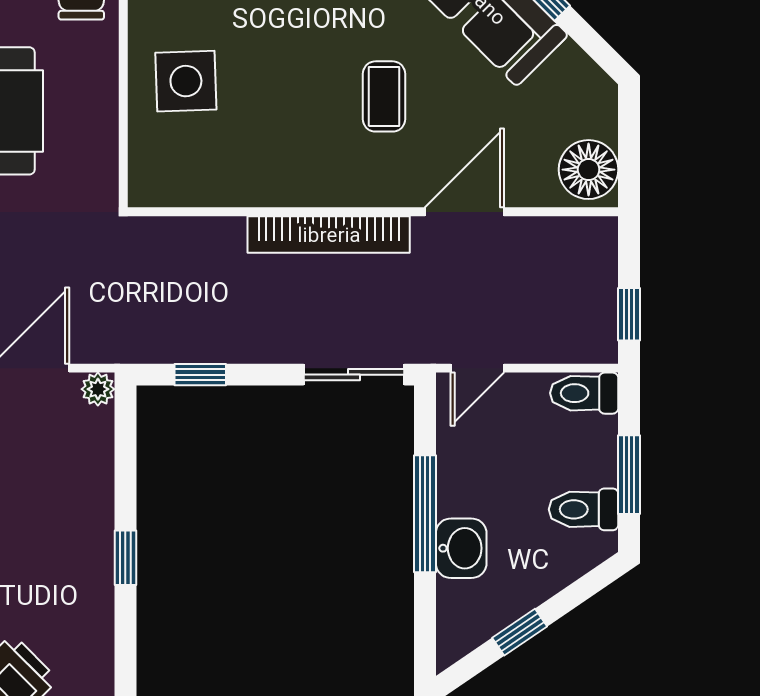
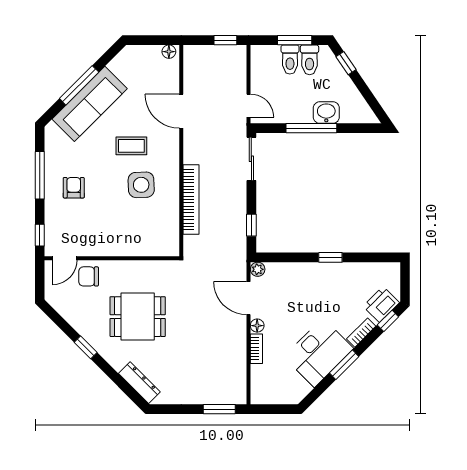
side table: (186, 81) -> (141, 185), moved
floor lamp: (589, 170) -> (169, 52), width x0.53, depth x0.53
bookcase: (329, 235) -> (191, 200), moved
toilet: (584, 393) -> (290, 60), moved
window: (520, 632) -> (346, 63), moved

